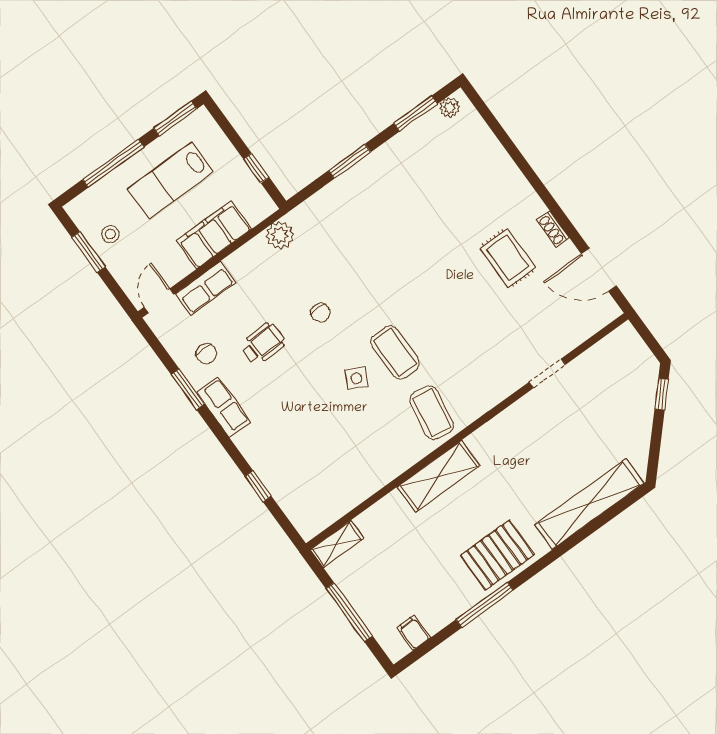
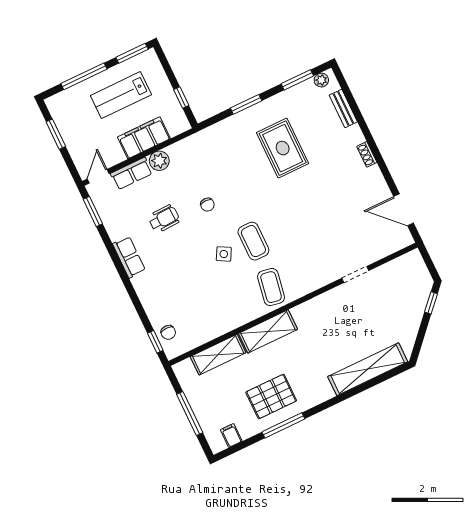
bench: (488, 142) -> (343, 108), added
shoe rack: (553, 229) -> (367, 154), moved
stool: (110, 234) -> (73, 124), removed
plant: (280, 235) -> (159, 161), moved
rug: (508, 258) -> (283, 148), moved, width x1.36, depth x1.43
chair: (206, 354) -> (168, 332), moved
window: (188, 389) -> (93, 211), moved
window: (258, 486) -> (155, 342), moved
shelving: (337, 544) -> (218, 355), moved, width x1.50, depth x1.33
pallet: (497, 555) -> (271, 396), moved

